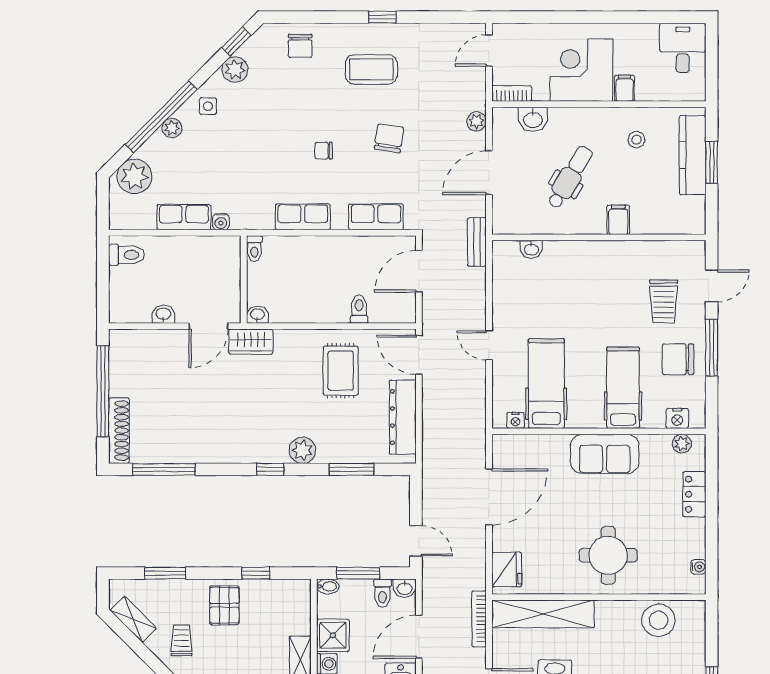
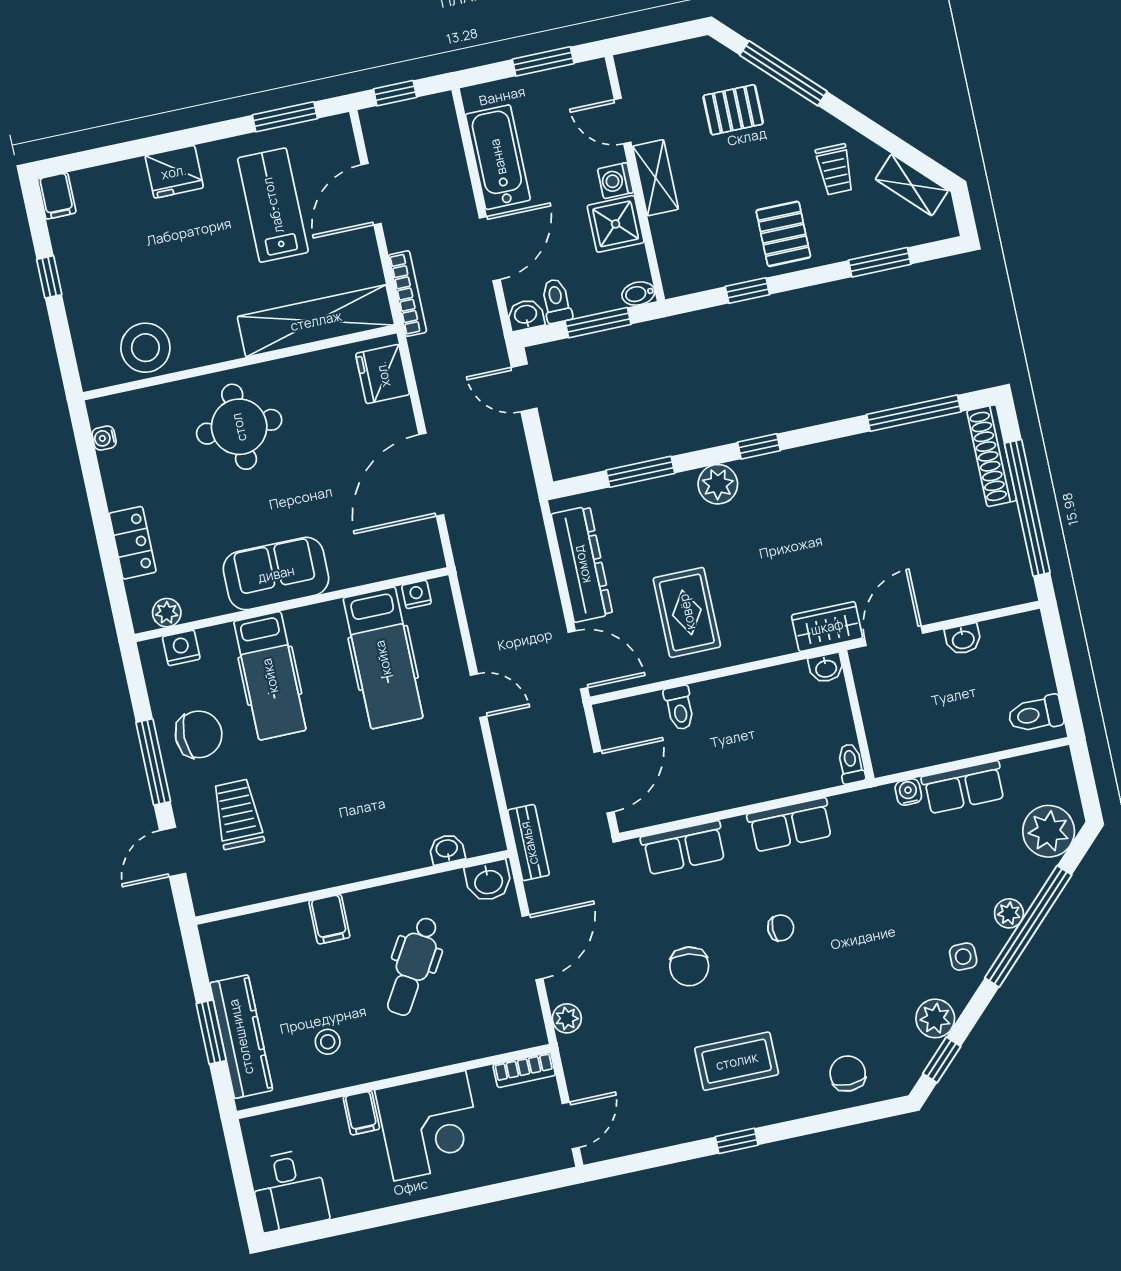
washbasin: (533, 119) -> (488, 881), moved, turned 180

